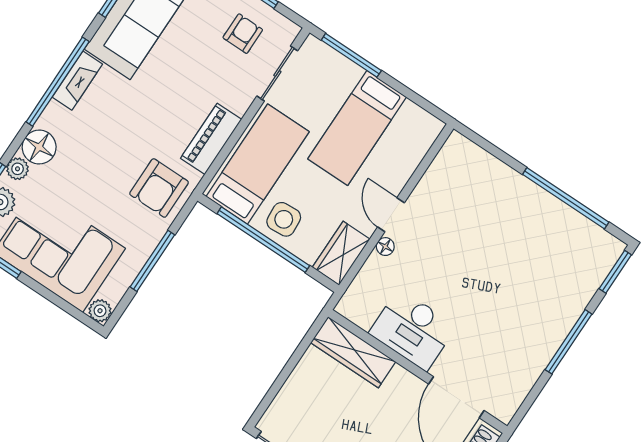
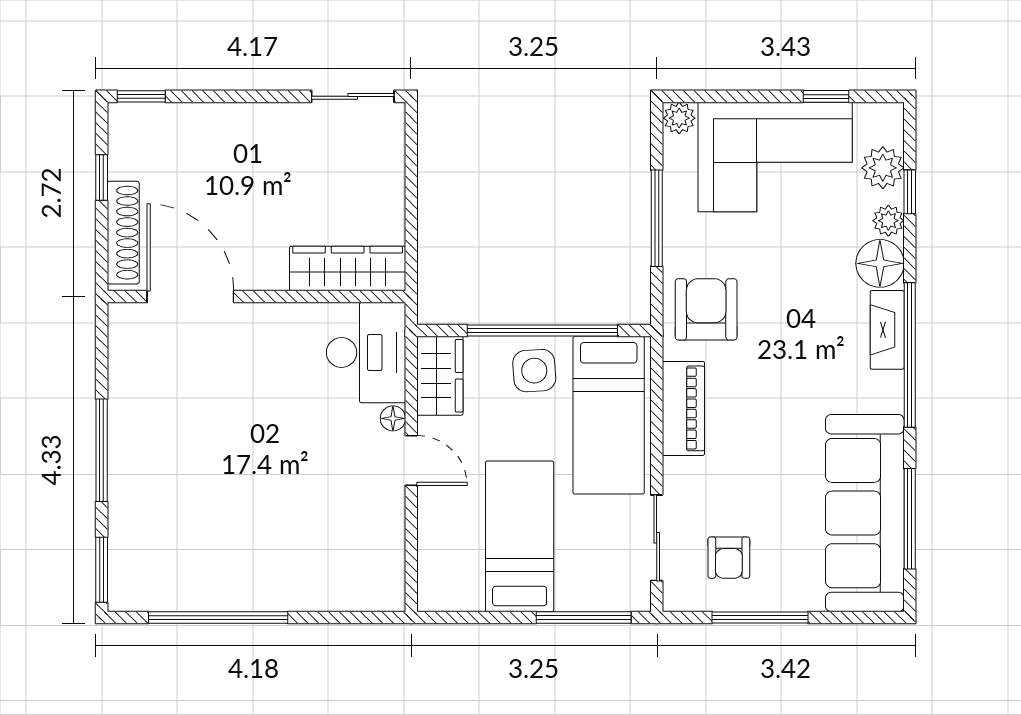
fireplace: (77, 81) -> (887, 330), moved
desk: (413, 330) -> (366, 353), moved, turned 90

